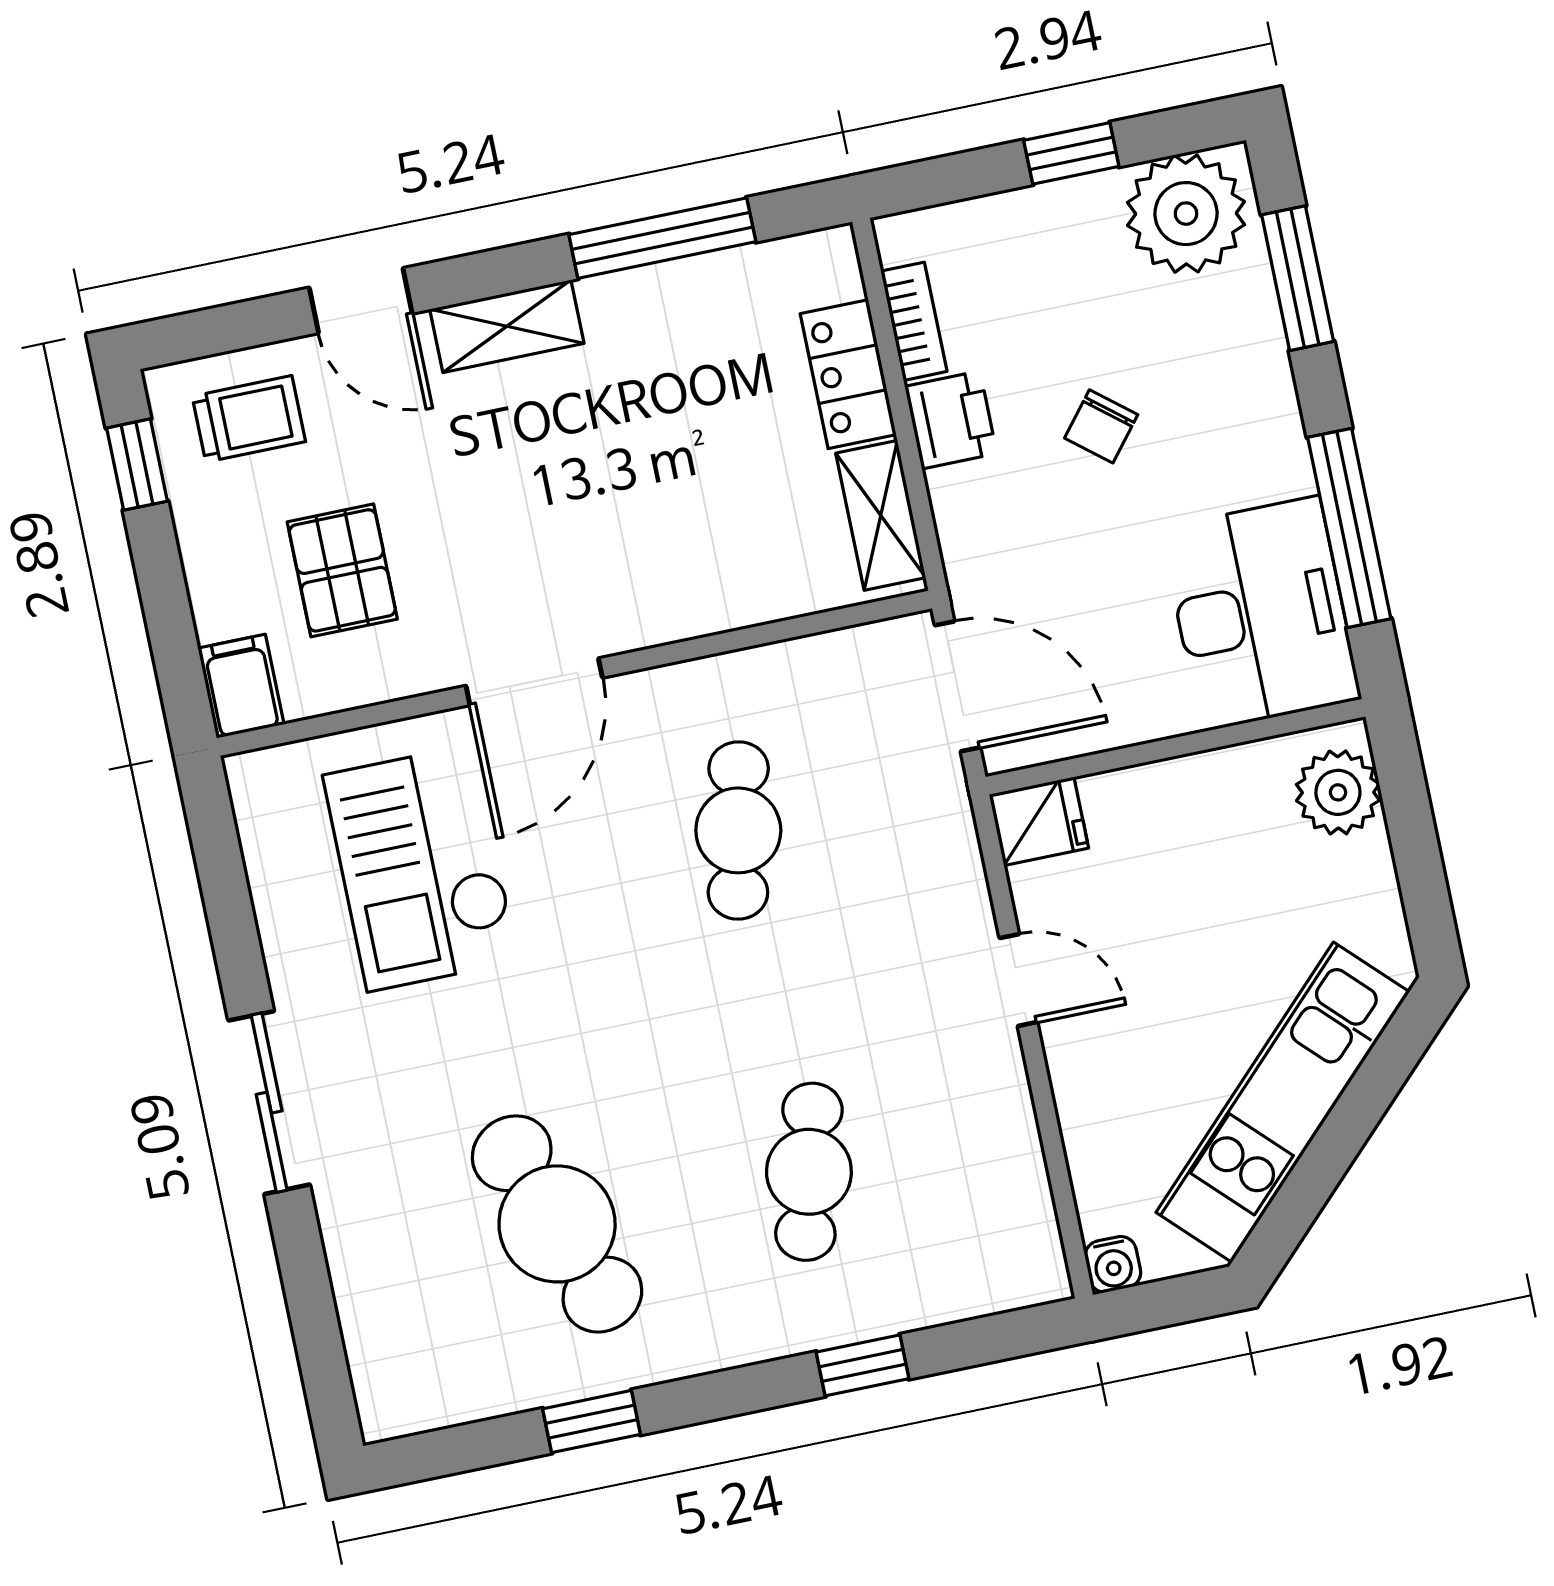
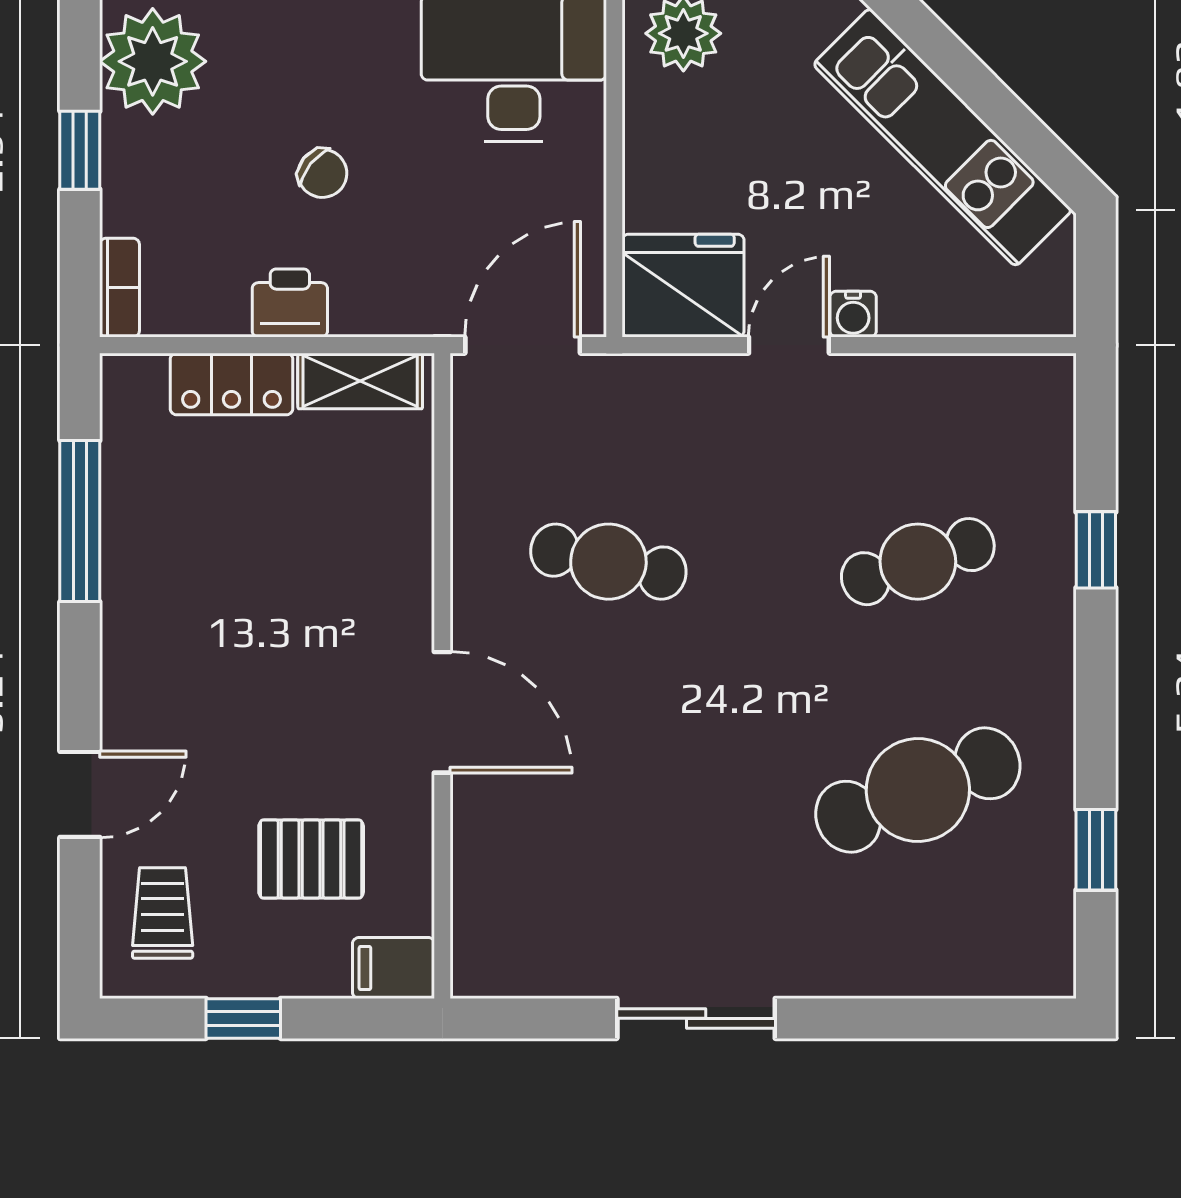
bookcase: (914, 321) -> (119, 288), moved, turned 90
shelving: (507, 326) -> (128, 672), removed
window: (137, 465) -> (243, 1018), moved
fridge: (1039, 821) -> (683, 286), width x1.88, depth x1.34
checkout: (421, 868) -> (584, 844), removed
sliding door: (269, 1103) -> (696, 1018), moved
cafe table: (809, 1172) -> (918, 562), turned -33
water cooler: (1113, 1264) -> (853, 314), moved, turned 90
window: (591, 1422) -> (1096, 850), moved

